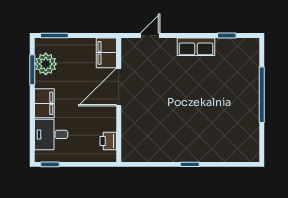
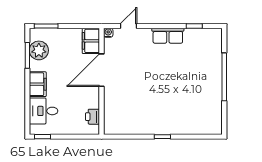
water cooler: (126, 43) -> (108, 33), added

